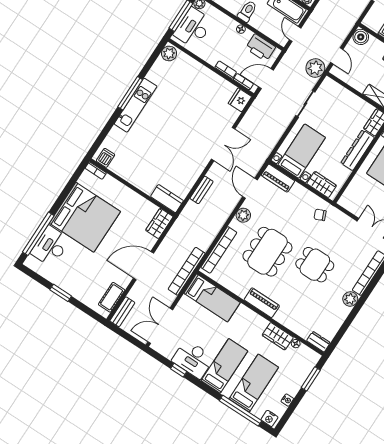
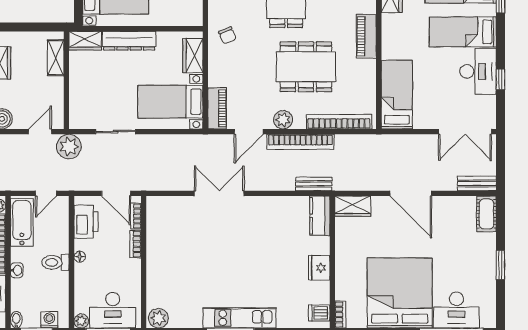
fridge: (240, 100) -> (319, 268), moved, turned 90
bench: (202, 190) -> (314, 184), moved
bookcase: (187, 271) -> (300, 142), moved
cot: (112, 297) -> (486, 214), moved, turned 90

